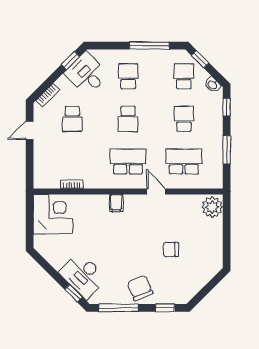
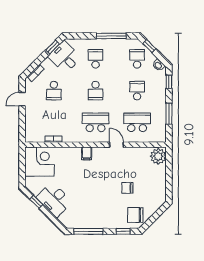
desk: (83, 275) -> (54, 200), moved
chair: (140, 288) -> (135, 215), moved, turned -67
window: (74, 293) -> (36, 202), moved

